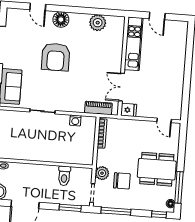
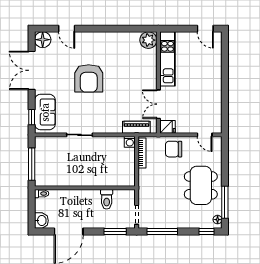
door: (157, 16) -> (205, 29), moved
floor lamp: (61, 20) -> (43, 40), moved
plant: (98, 23) -> (148, 40), moved
washing machine: (75, 120) -> (130, 142), moved
dining table: (157, 169) -> (201, 185), turned 90
plant: (102, 173) -> (145, 194), removed
chair: (122, 181) -> (174, 149), moved, turned 180

